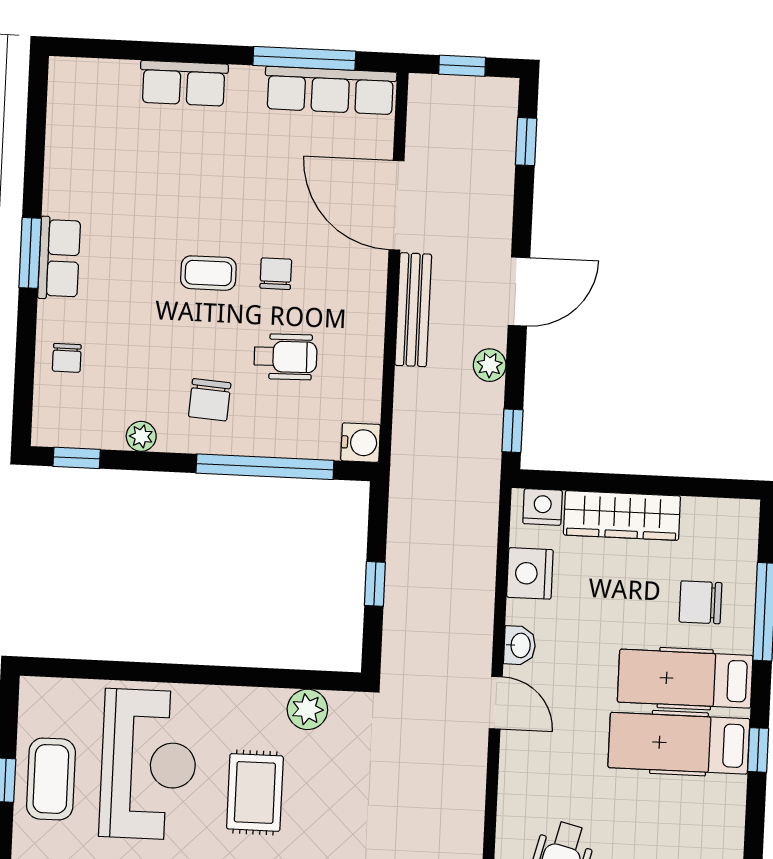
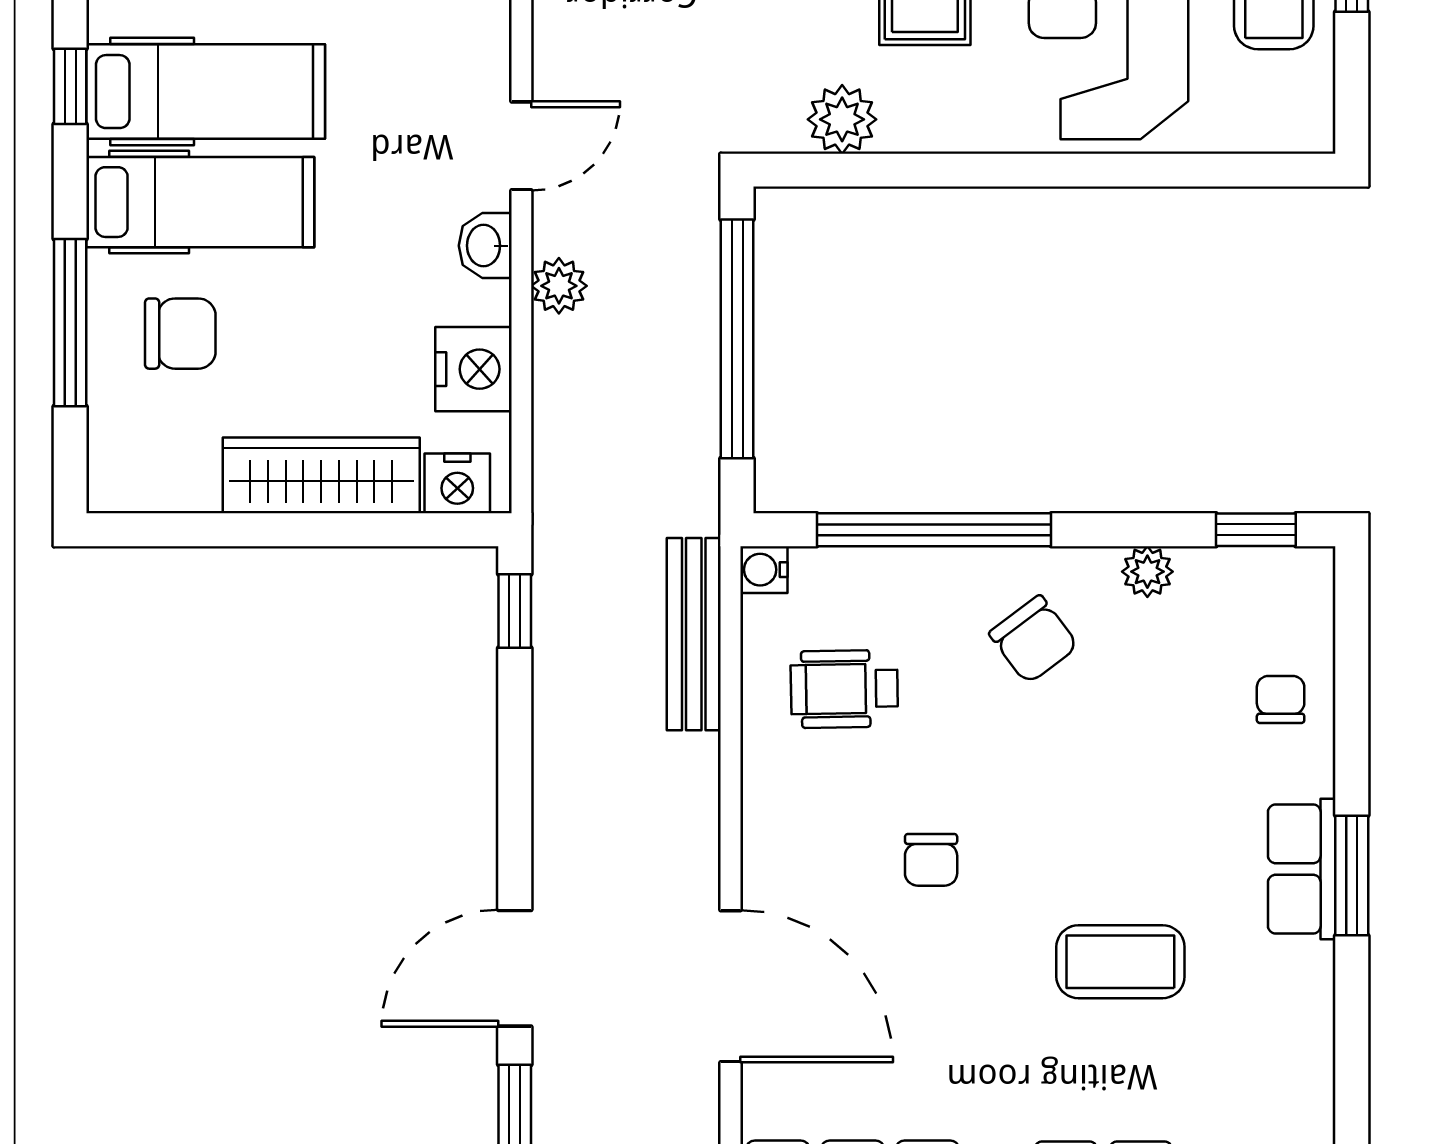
coffee table: (208, 273) -> (1120, 962), moved, width x1.36, depth x1.30
door: (519, 292) -> (515, 968), moved
bench: (413, 310) -> (694, 634), moved
wheelchair: (286, 357) -> (844, 689), moved
plant: (490, 365) -> (559, 286), moved
chair: (210, 400) -> (1034, 640), turned 139
water cooler: (361, 443) -> (764, 570), width x0.72, depth x0.72
window: (375, 584) -> (737, 339), width x3.17
door: (496, 703) -> (521, 146), swing flipped

